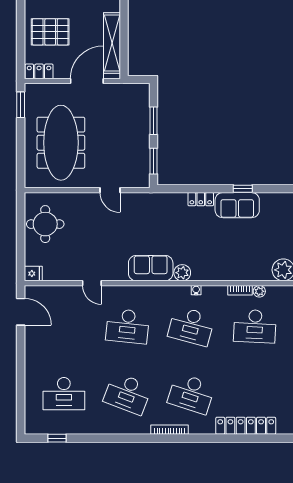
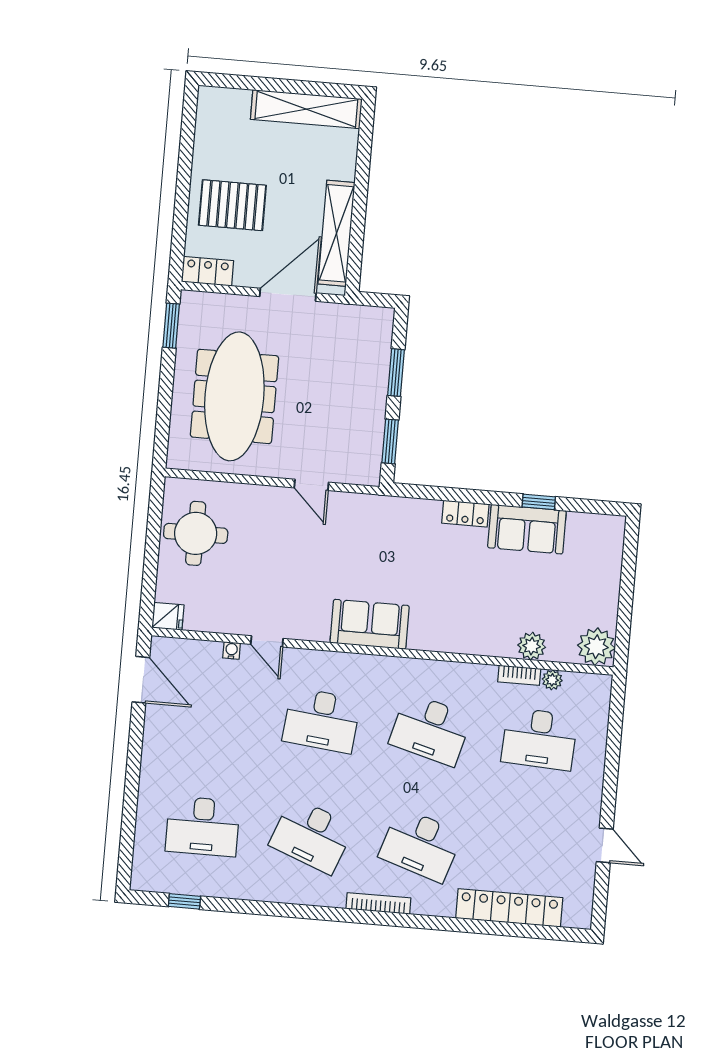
plant: (182, 273) -> (532, 646), moved
water cooler: (196, 290) -> (232, 650), moved

